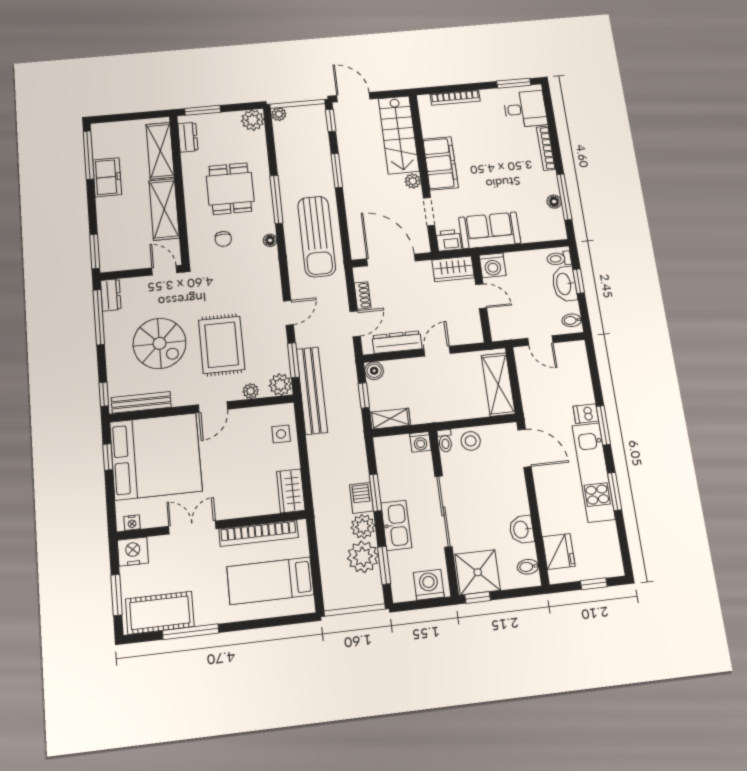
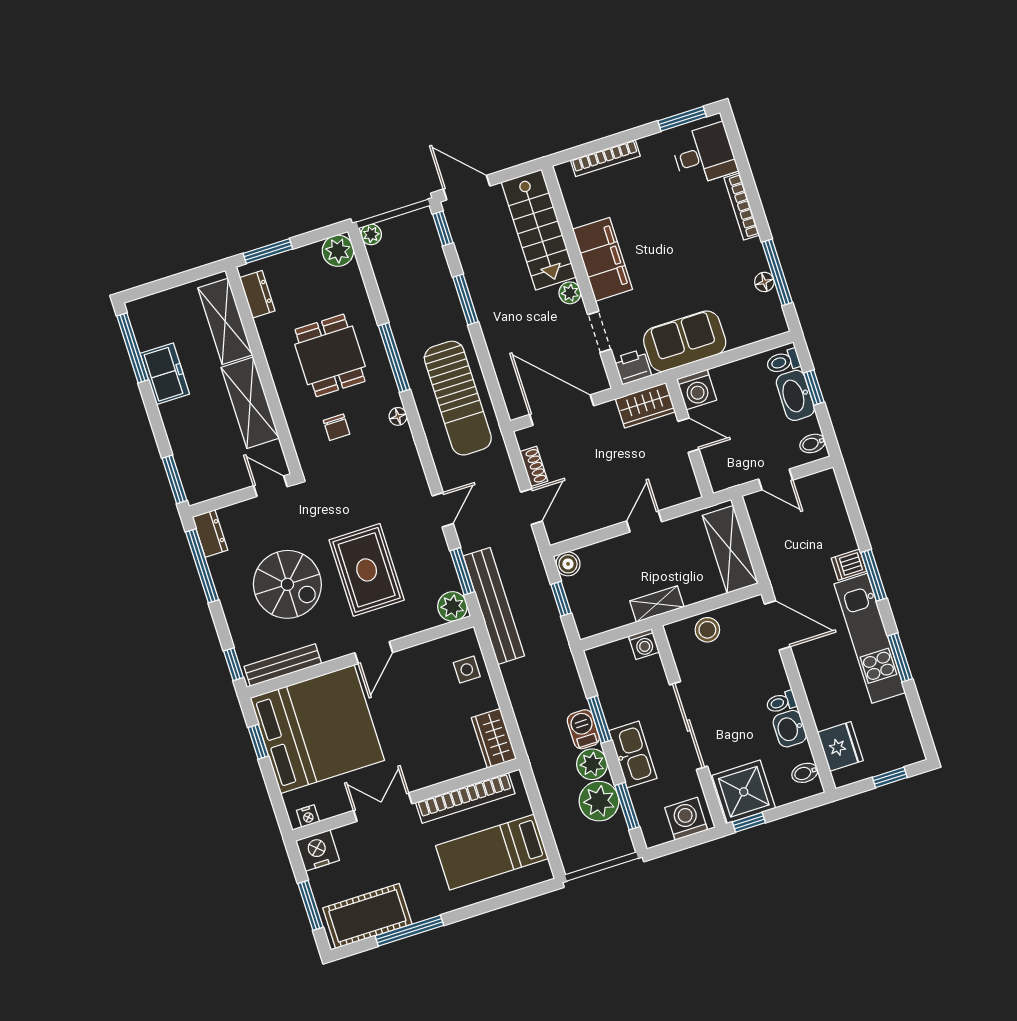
dresser: (397, 342) -> (590, 520), removed
plant: (251, 391) -> (417, 623), removed
shelving: (390, 419) -> (657, 604), moved
toilet: (445, 441) -> (781, 702), moved, turned 90

